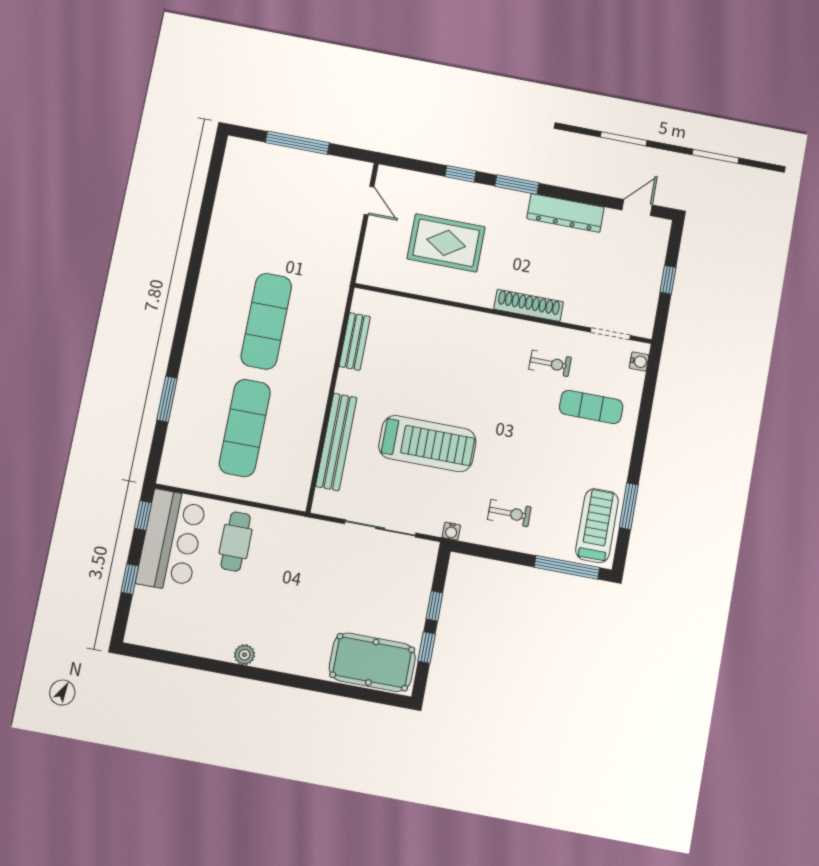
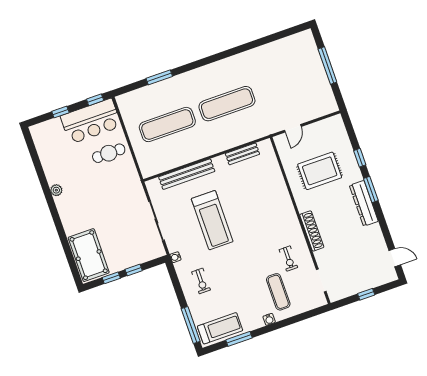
door: (369, 201) -> (293, 128), moved
dresser: (565, 213) -> (364, 203), moved
rug: (446, 243) -> (320, 171), turned 90
water cooler: (639, 362) -> (269, 319), moved

